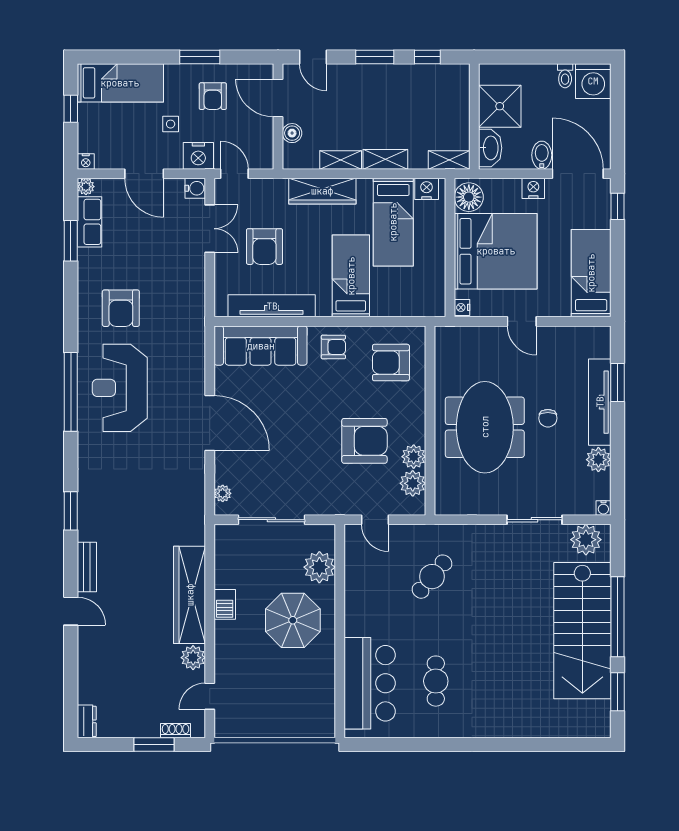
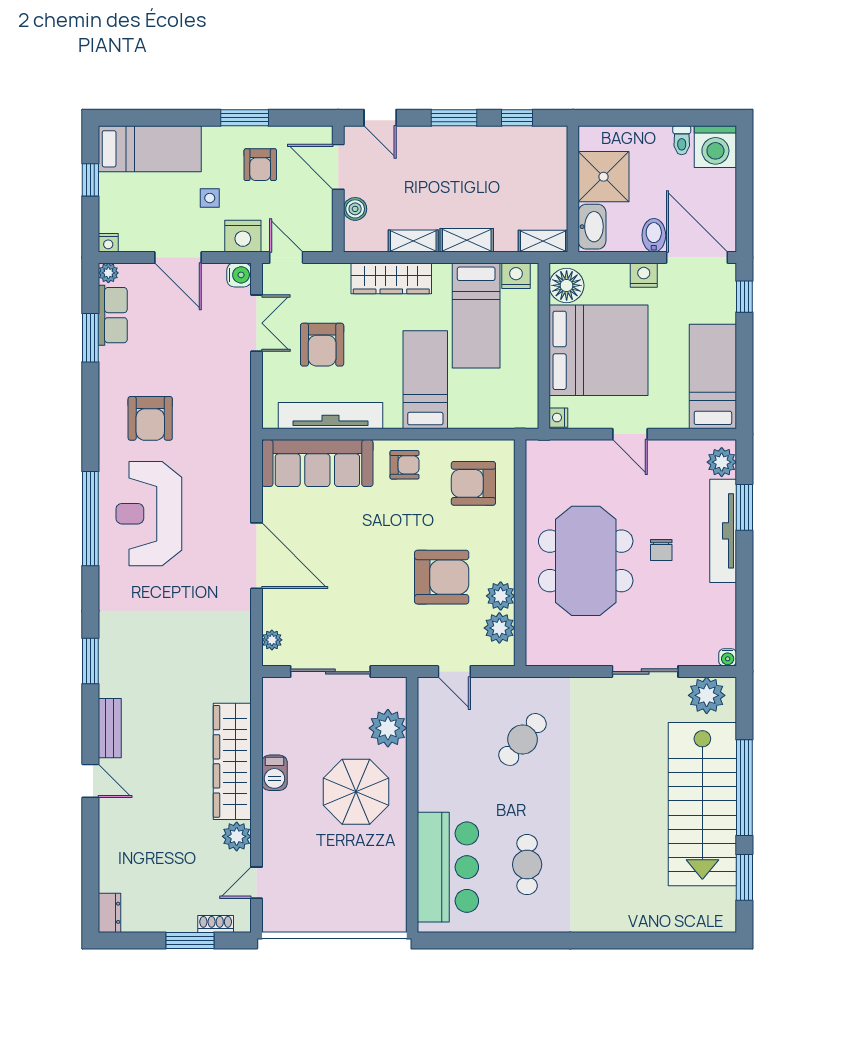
plant: (598, 460) -> (722, 462), moved

